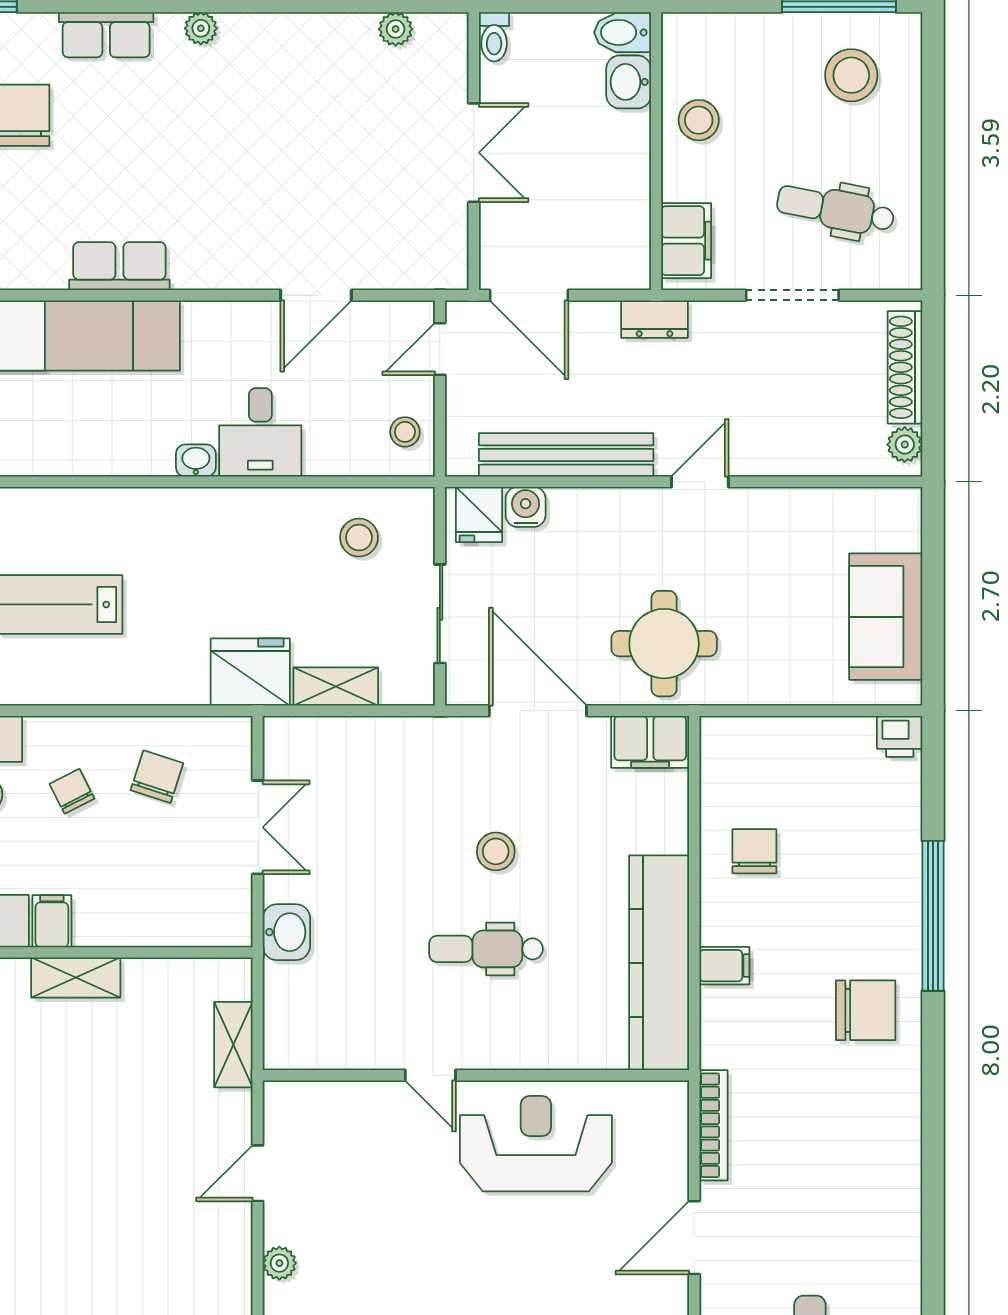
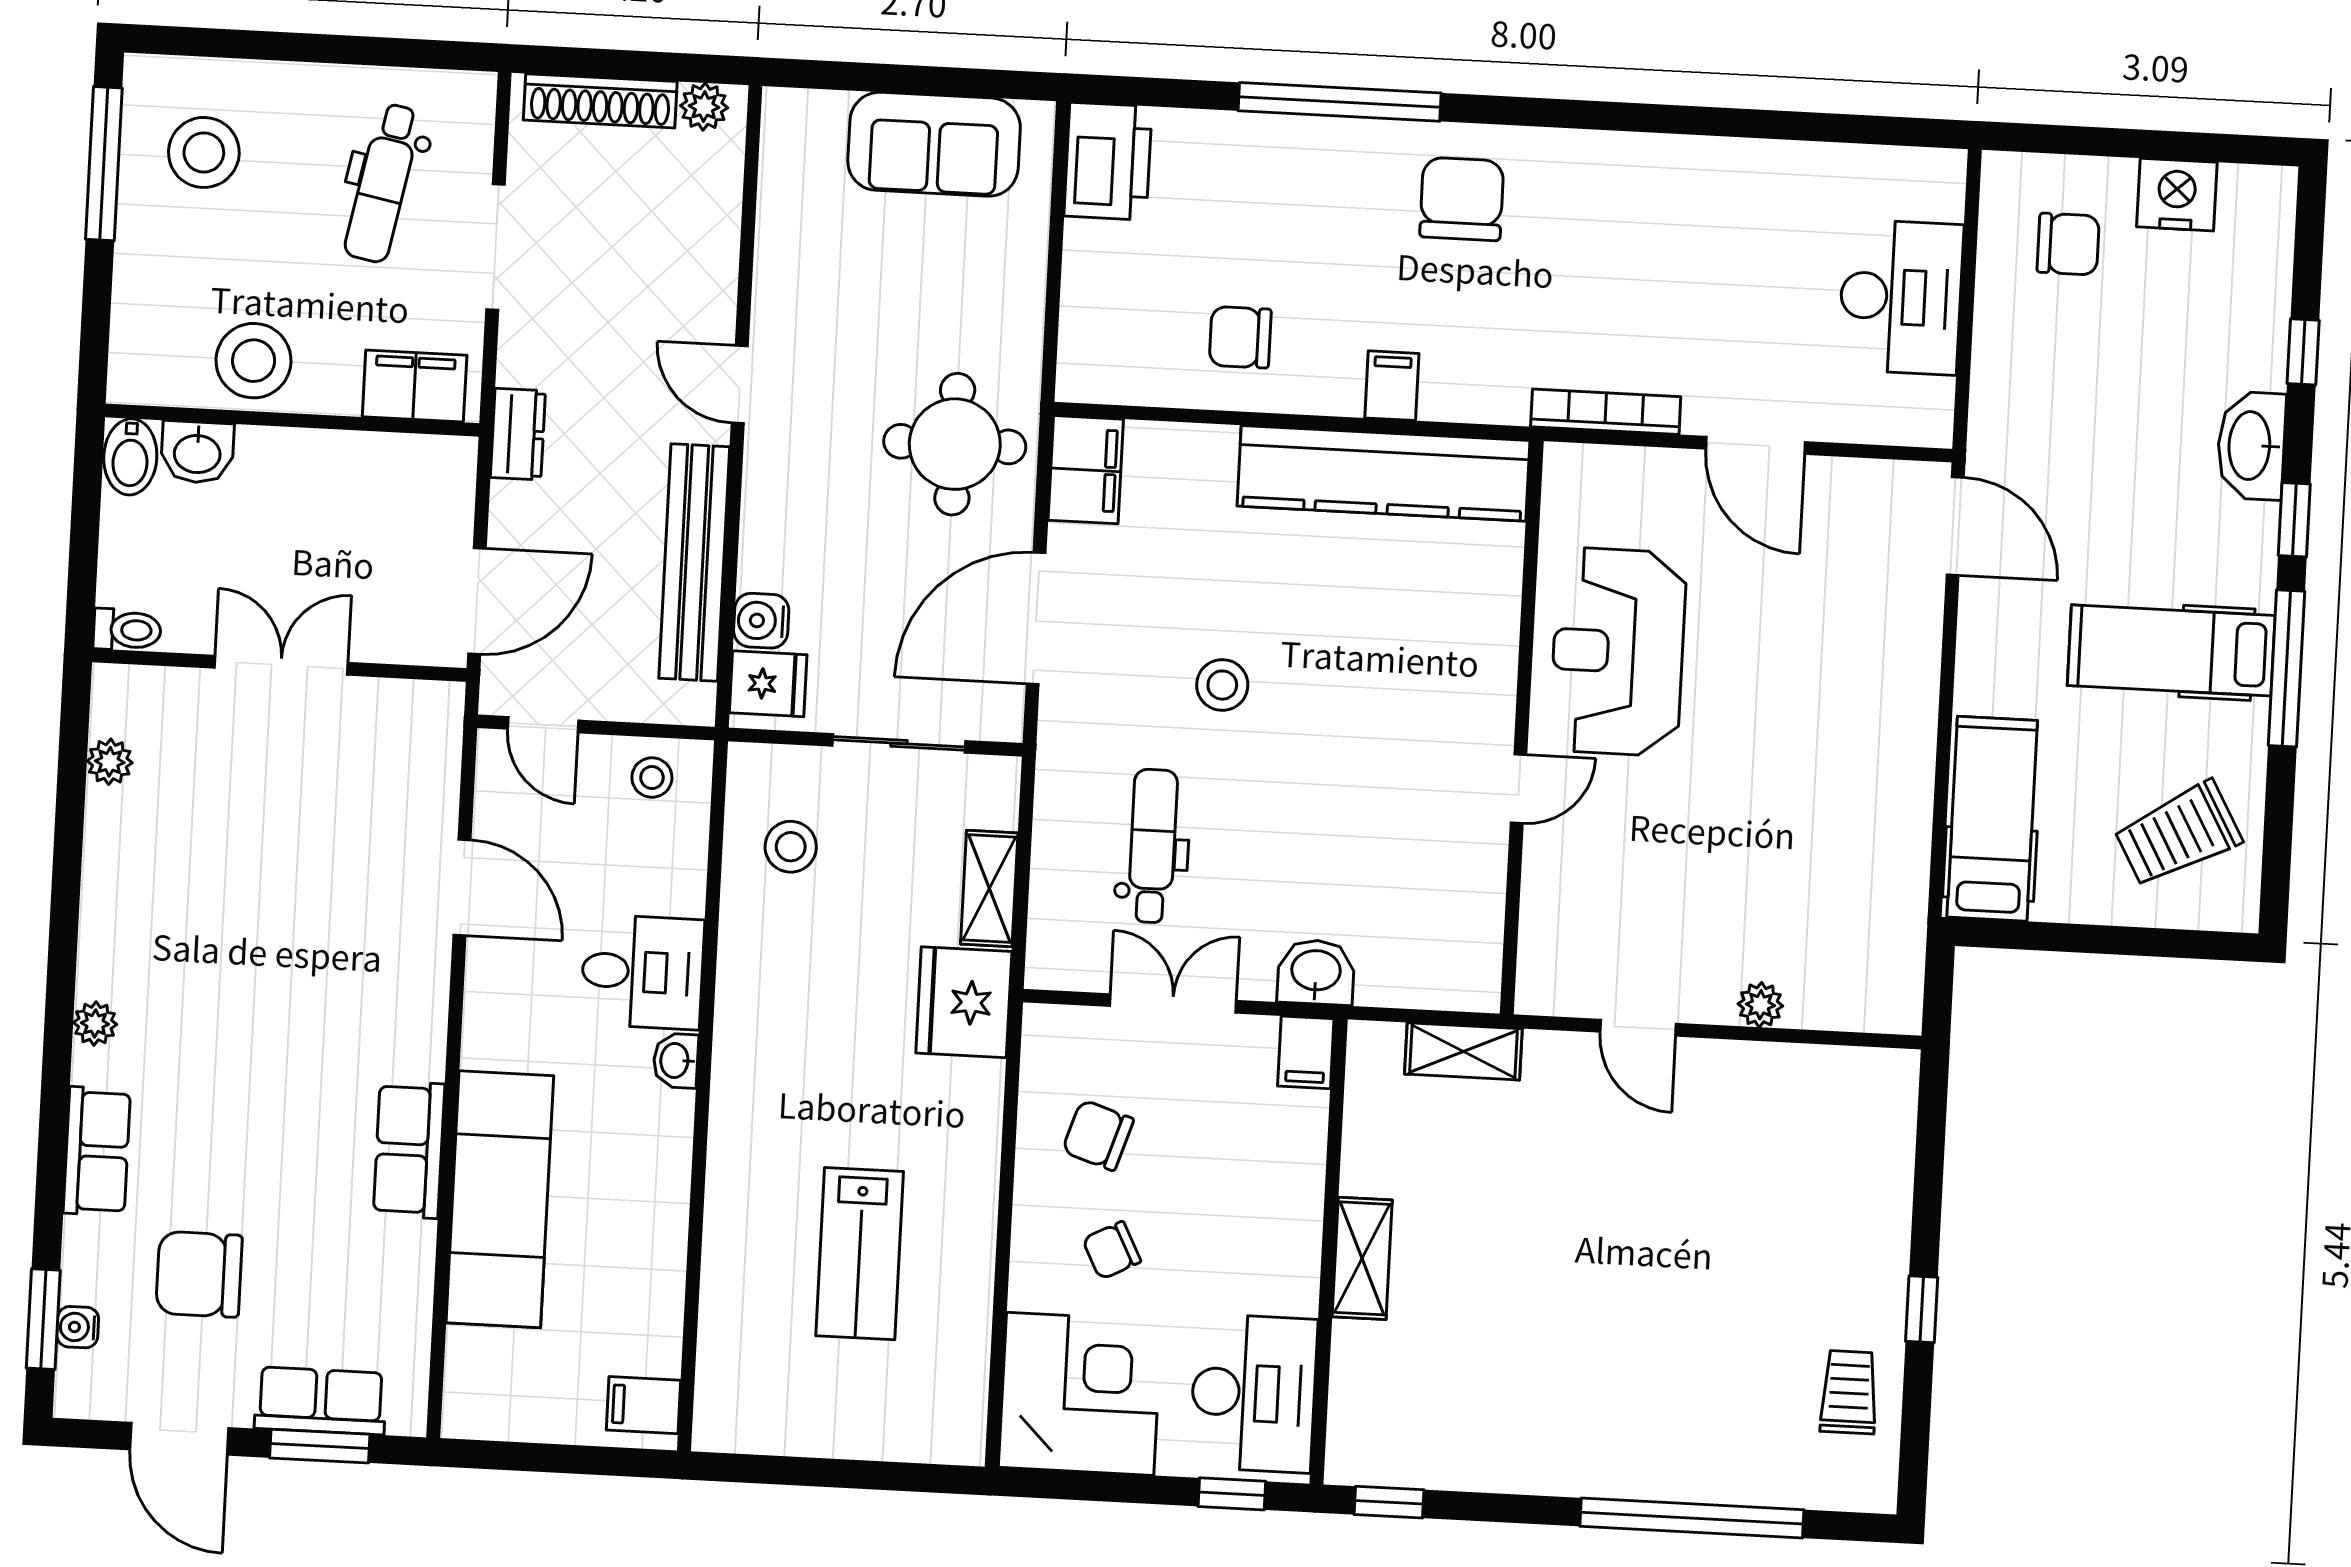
stool: (699, 120) -> (254, 361), width x1.38, depth x1.38
printer: (900, 736) -> (1108, 161), width x1.87, depth x1.48
filing cabinet: (52, 921) -> (1306, 1052), moved, turned -90
dental chair: (486, 949) -> (1153, 846), moved, turned 180

